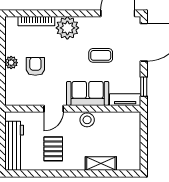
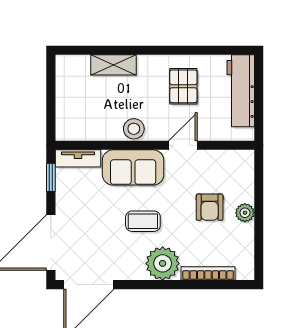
coffee table: (101, 55) -> (143, 221), moved

